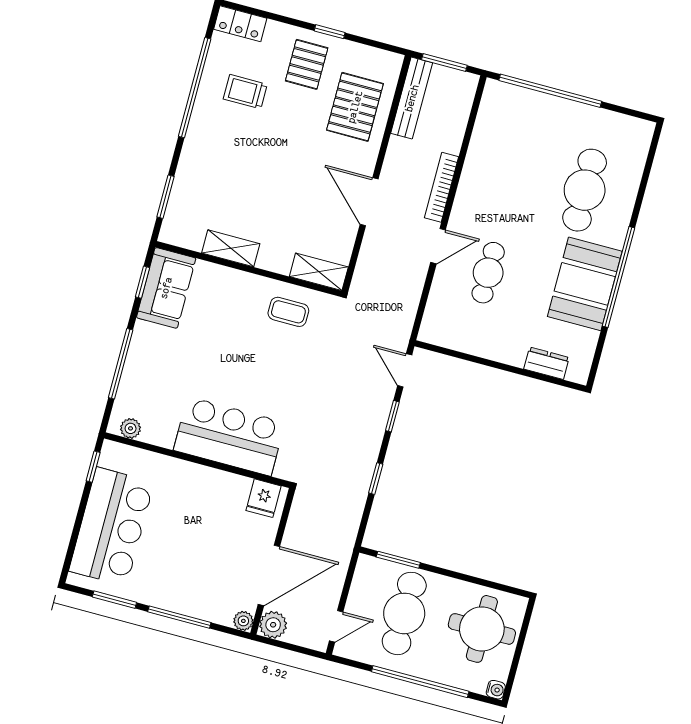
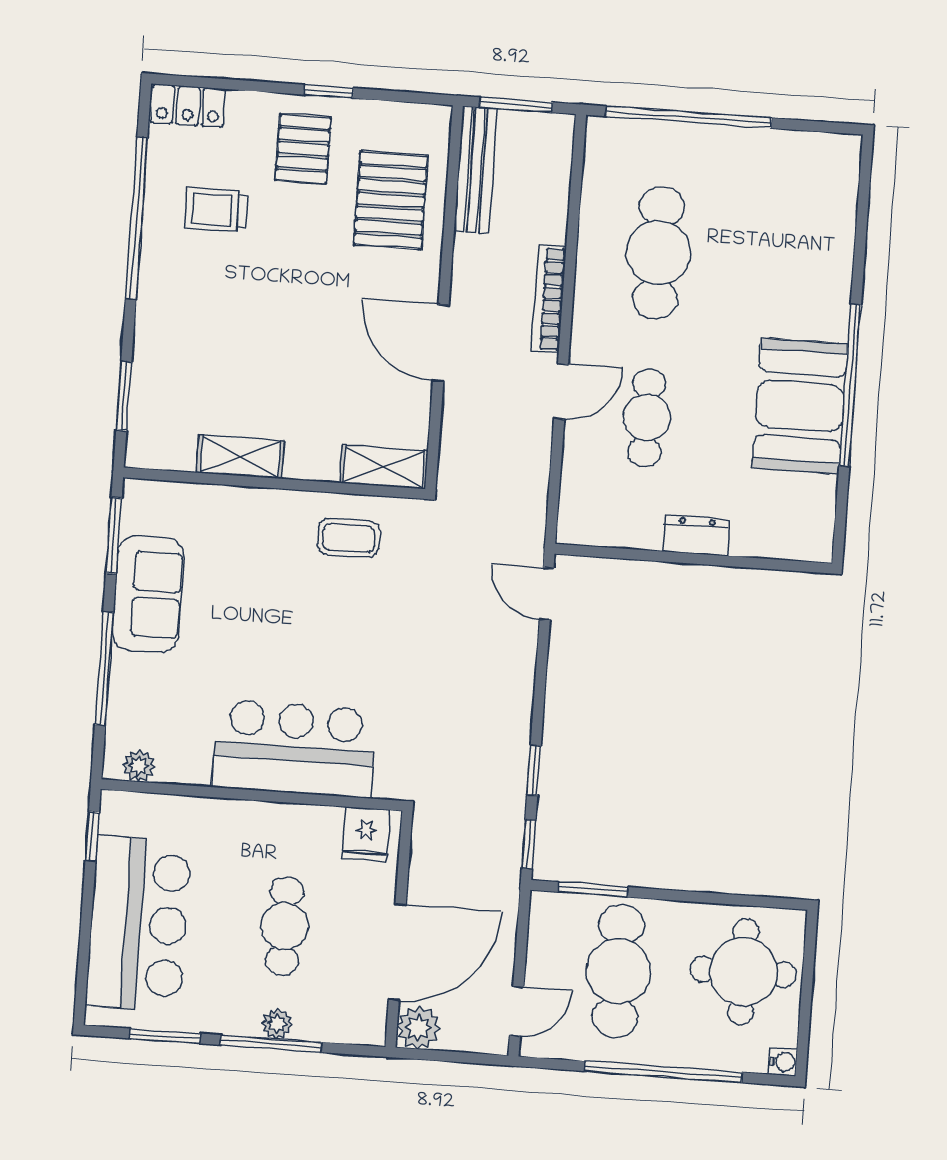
cafe table: (585, 190) -> (658, 253), moved
window: (143, 282) -> (114, 535), width x1.50
sofa: (166, 288) -> (148, 594), moved
dresser: (546, 363) -> (696, 536), moved
window: (392, 416) -> (529, 844), moved
cafe table: (202, 546) -> (285, 926), added
plant: (243, 621) -> (277, 1024), moved

